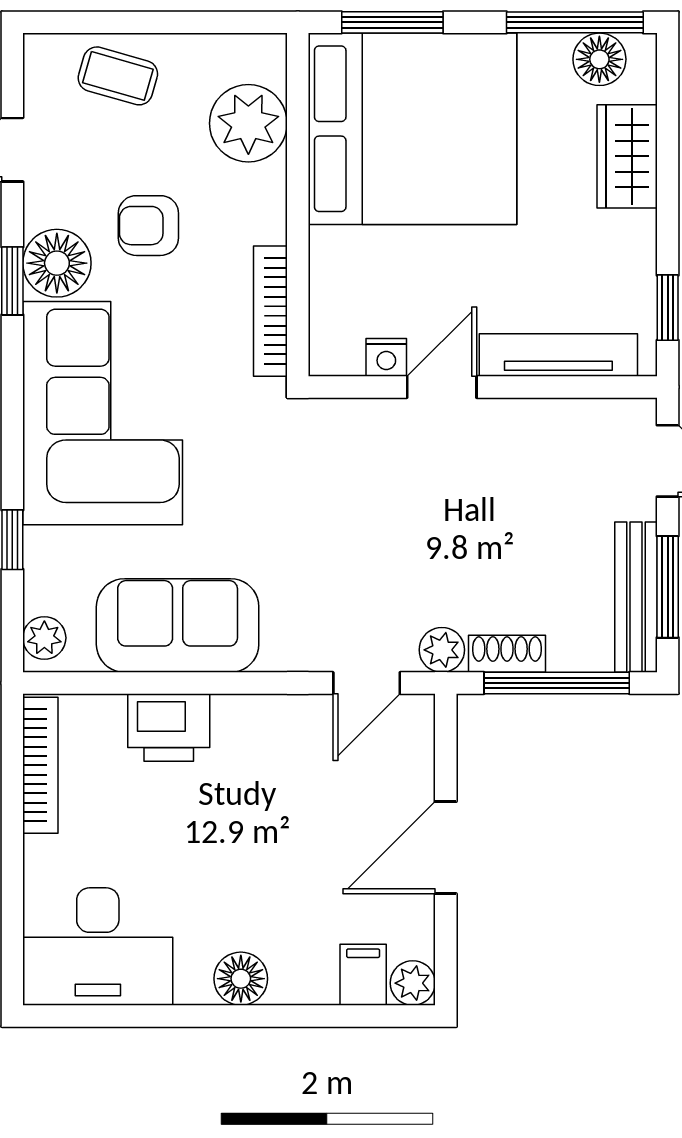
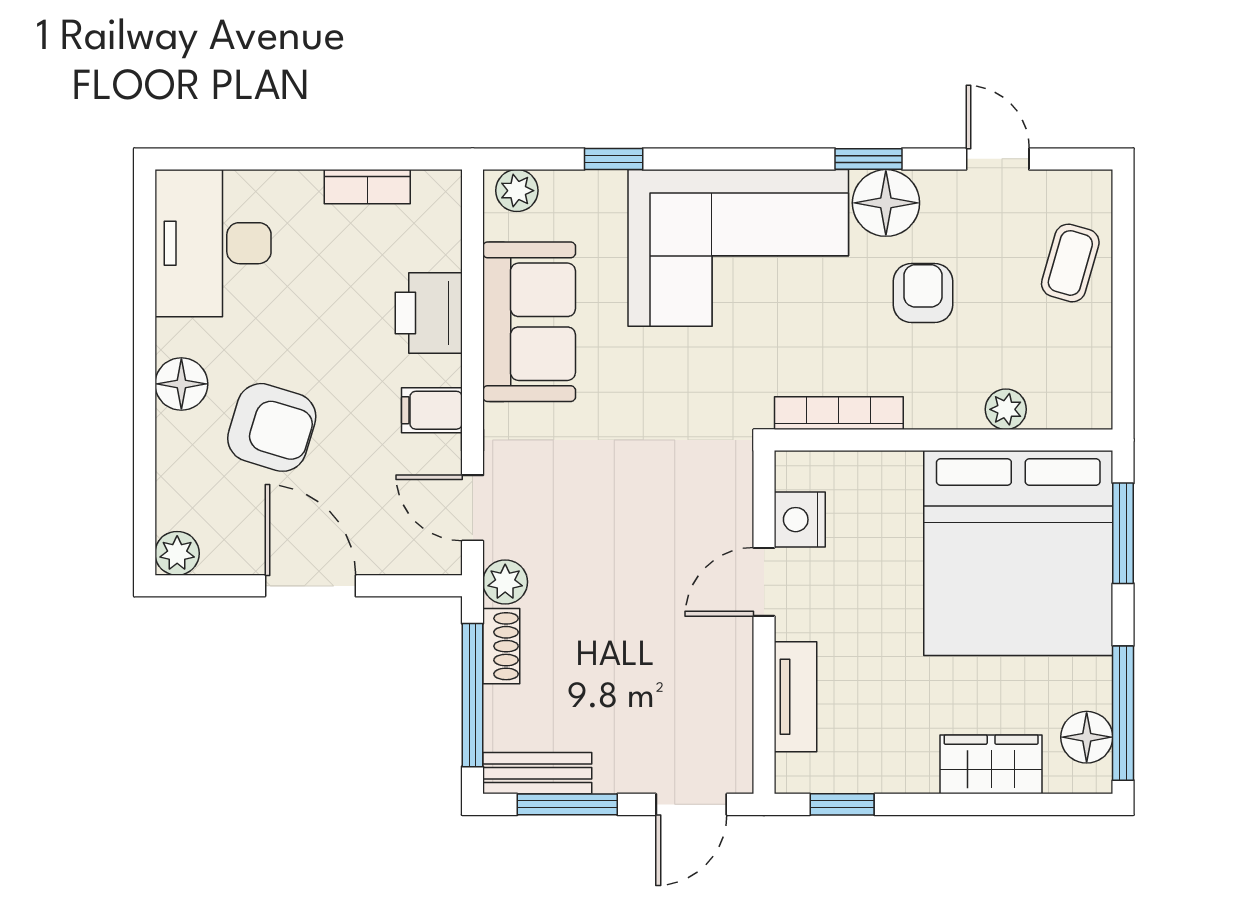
plant: (248, 123) -> (1006, 409), width x0.53, depth x0.53
tv unit: (558, 355) -> (795, 697), width x0.71
nightstand: (386, 357) -> (800, 520), width x1.39, depth x1.35
door: (442, 387) -> (764, 582), swing flipped
bench: (636, 597) -> (537, 773), width x0.73
bookcase: (40, 765) -> (367, 187), width x0.64
armchair: (285, 887) -> (272, 427), added
filing cabinet: (363, 975) -> (432, 410), moved, turned 180

